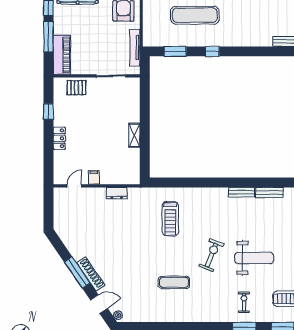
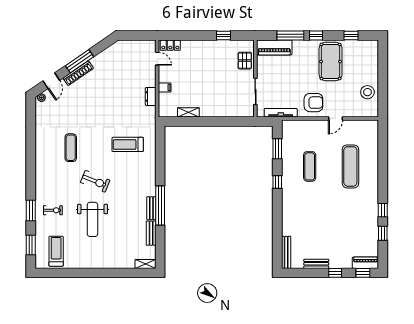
exercise mat: (195, 15) -> (310, 166), width x0.73, depth x0.69
shelving: (134, 135) -> (188, 112), moved
locker: (59, 138) -> (170, 45), moved
filing cabinet: (94, 177) -> (165, 87), moved
window: (239, 182) -> (160, 206), added

